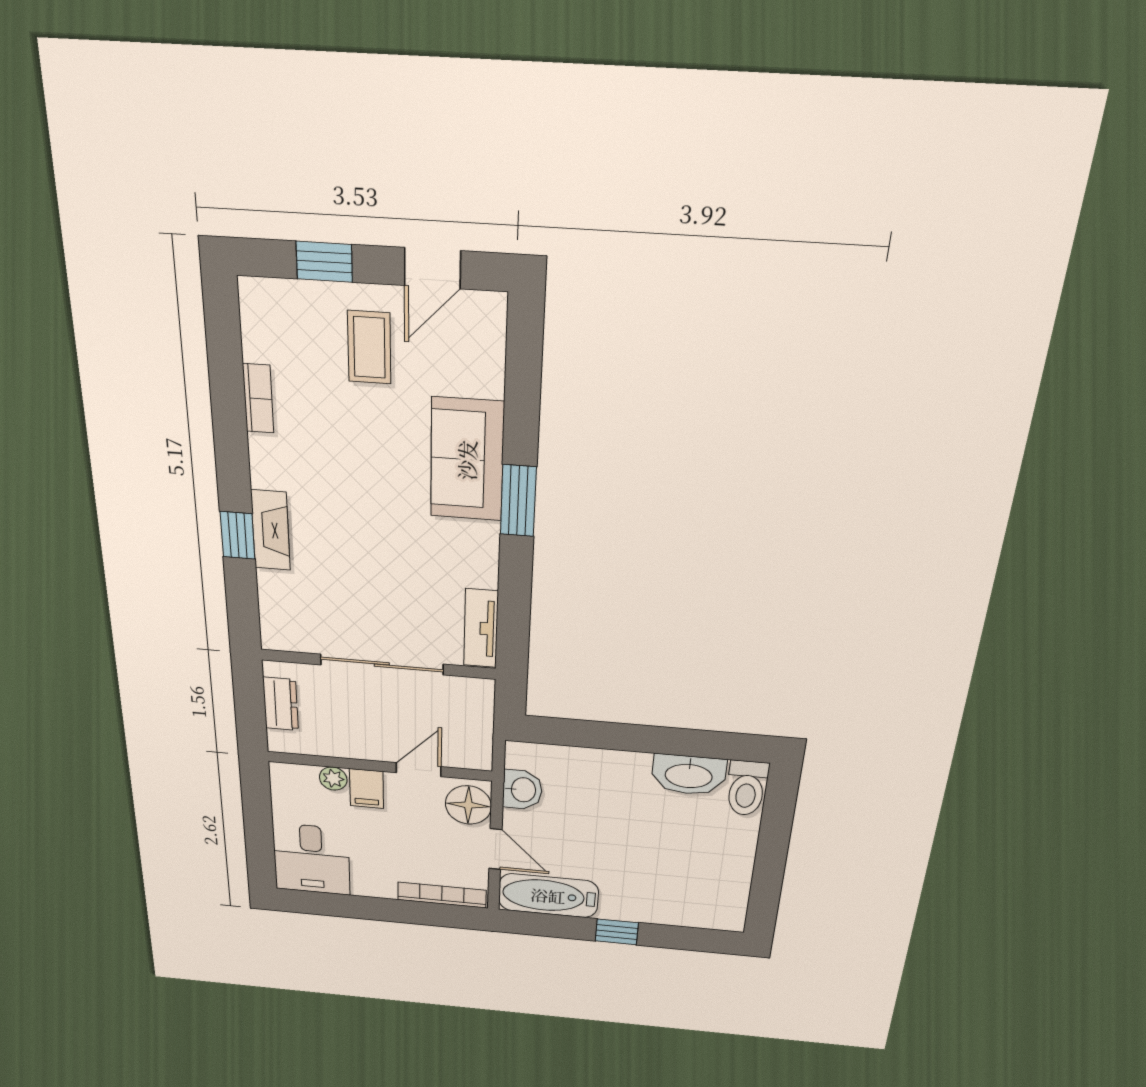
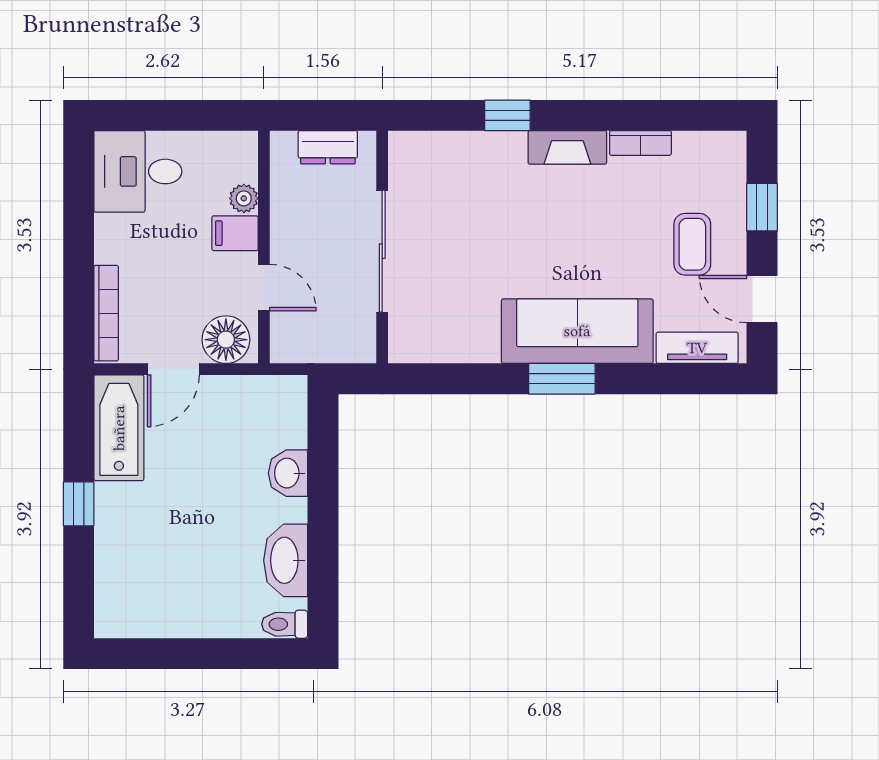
coffee table: (369, 347) -> (692, 244), turned 90
sofa: (467, 460) -> (577, 331), width x1.36
fireplace: (271, 530) -> (567, 147), moved
tv unit: (481, 628) -> (697, 348), moved
toilet: (747, 788) -> (285, 624), width x0.73, depth x0.72
washbasin: (522, 790) -> (288, 473), moved, turned 90

